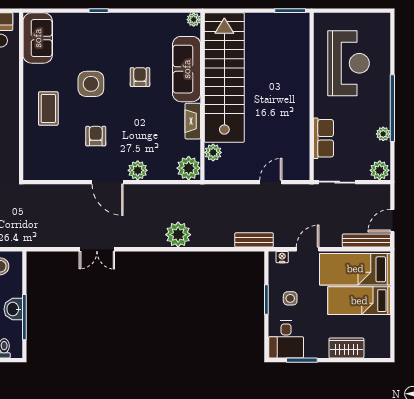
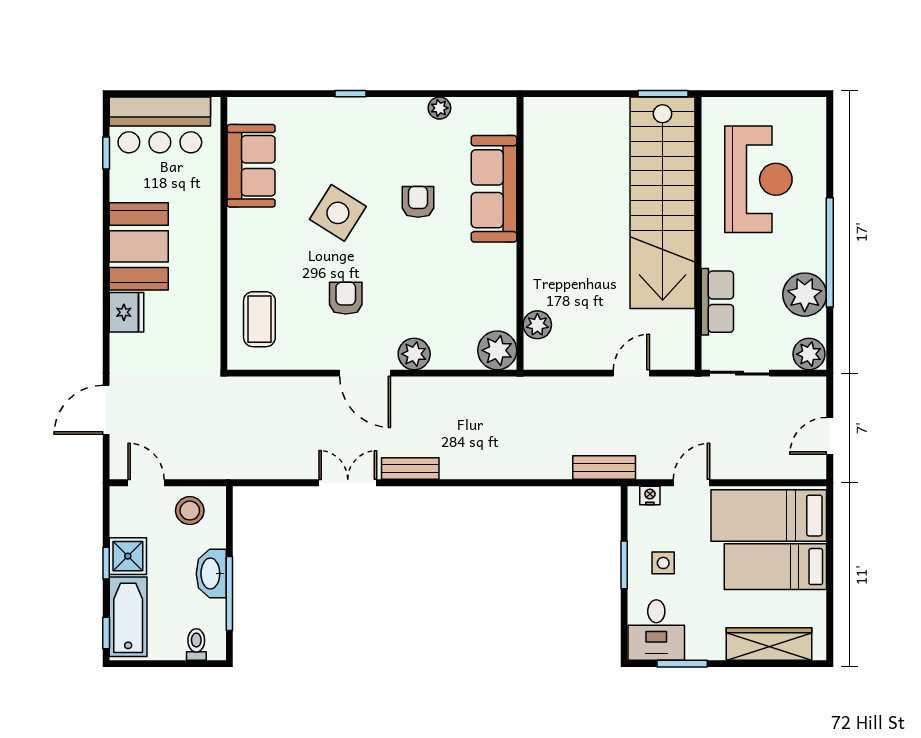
plant: (194, 20) -> (439, 108), moved
sofa: (38, 38) -> (251, 166), moved
stairs: (224, 78) -> (663, 203), moved, turned 180
side table: (91, 84) -> (338, 213), turned 32
coffee table: (48, 109) -> (259, 319), moved
fireplace: (193, 121) -> (504, 274), removed
plant: (383, 134) -> (805, 295), width x1.87, depth x1.87
plant: (178, 235) -> (480, 459), removed
bench: (366, 241) -> (410, 469), moved, width x0.73
double door: (97, 249) -> (348, 483), swing flipped
washbasin: (13, 309) -> (211, 574), width x1.38
wardrobe: (346, 348) -> (769, 644), width x1.50

